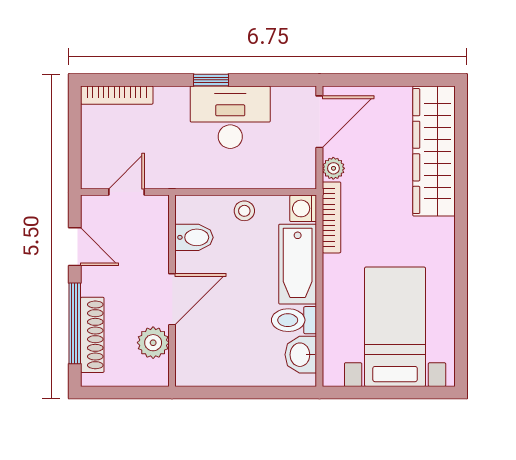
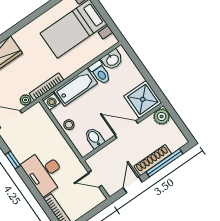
window: (211, 80) -> (13, 160), moved
desk: (230, 117) -> (44, 172), moved
shoe rack: (92, 335) -> (153, 160), moved
plant: (153, 343) -> (162, 116), moved
shower: (202, 359) -> (143, 99), added

